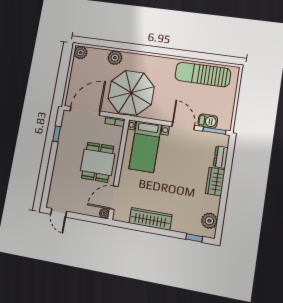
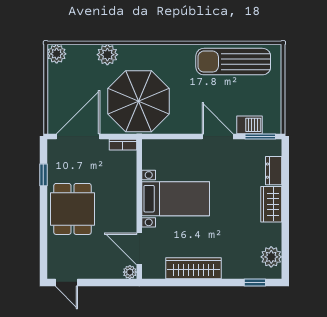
bed with nightstands: (145, 147) -> (176, 199), moved, turned -90
dining table: (98, 162) -> (72, 209), moved
door: (114, 198) -> (139, 249), hinge flipped

